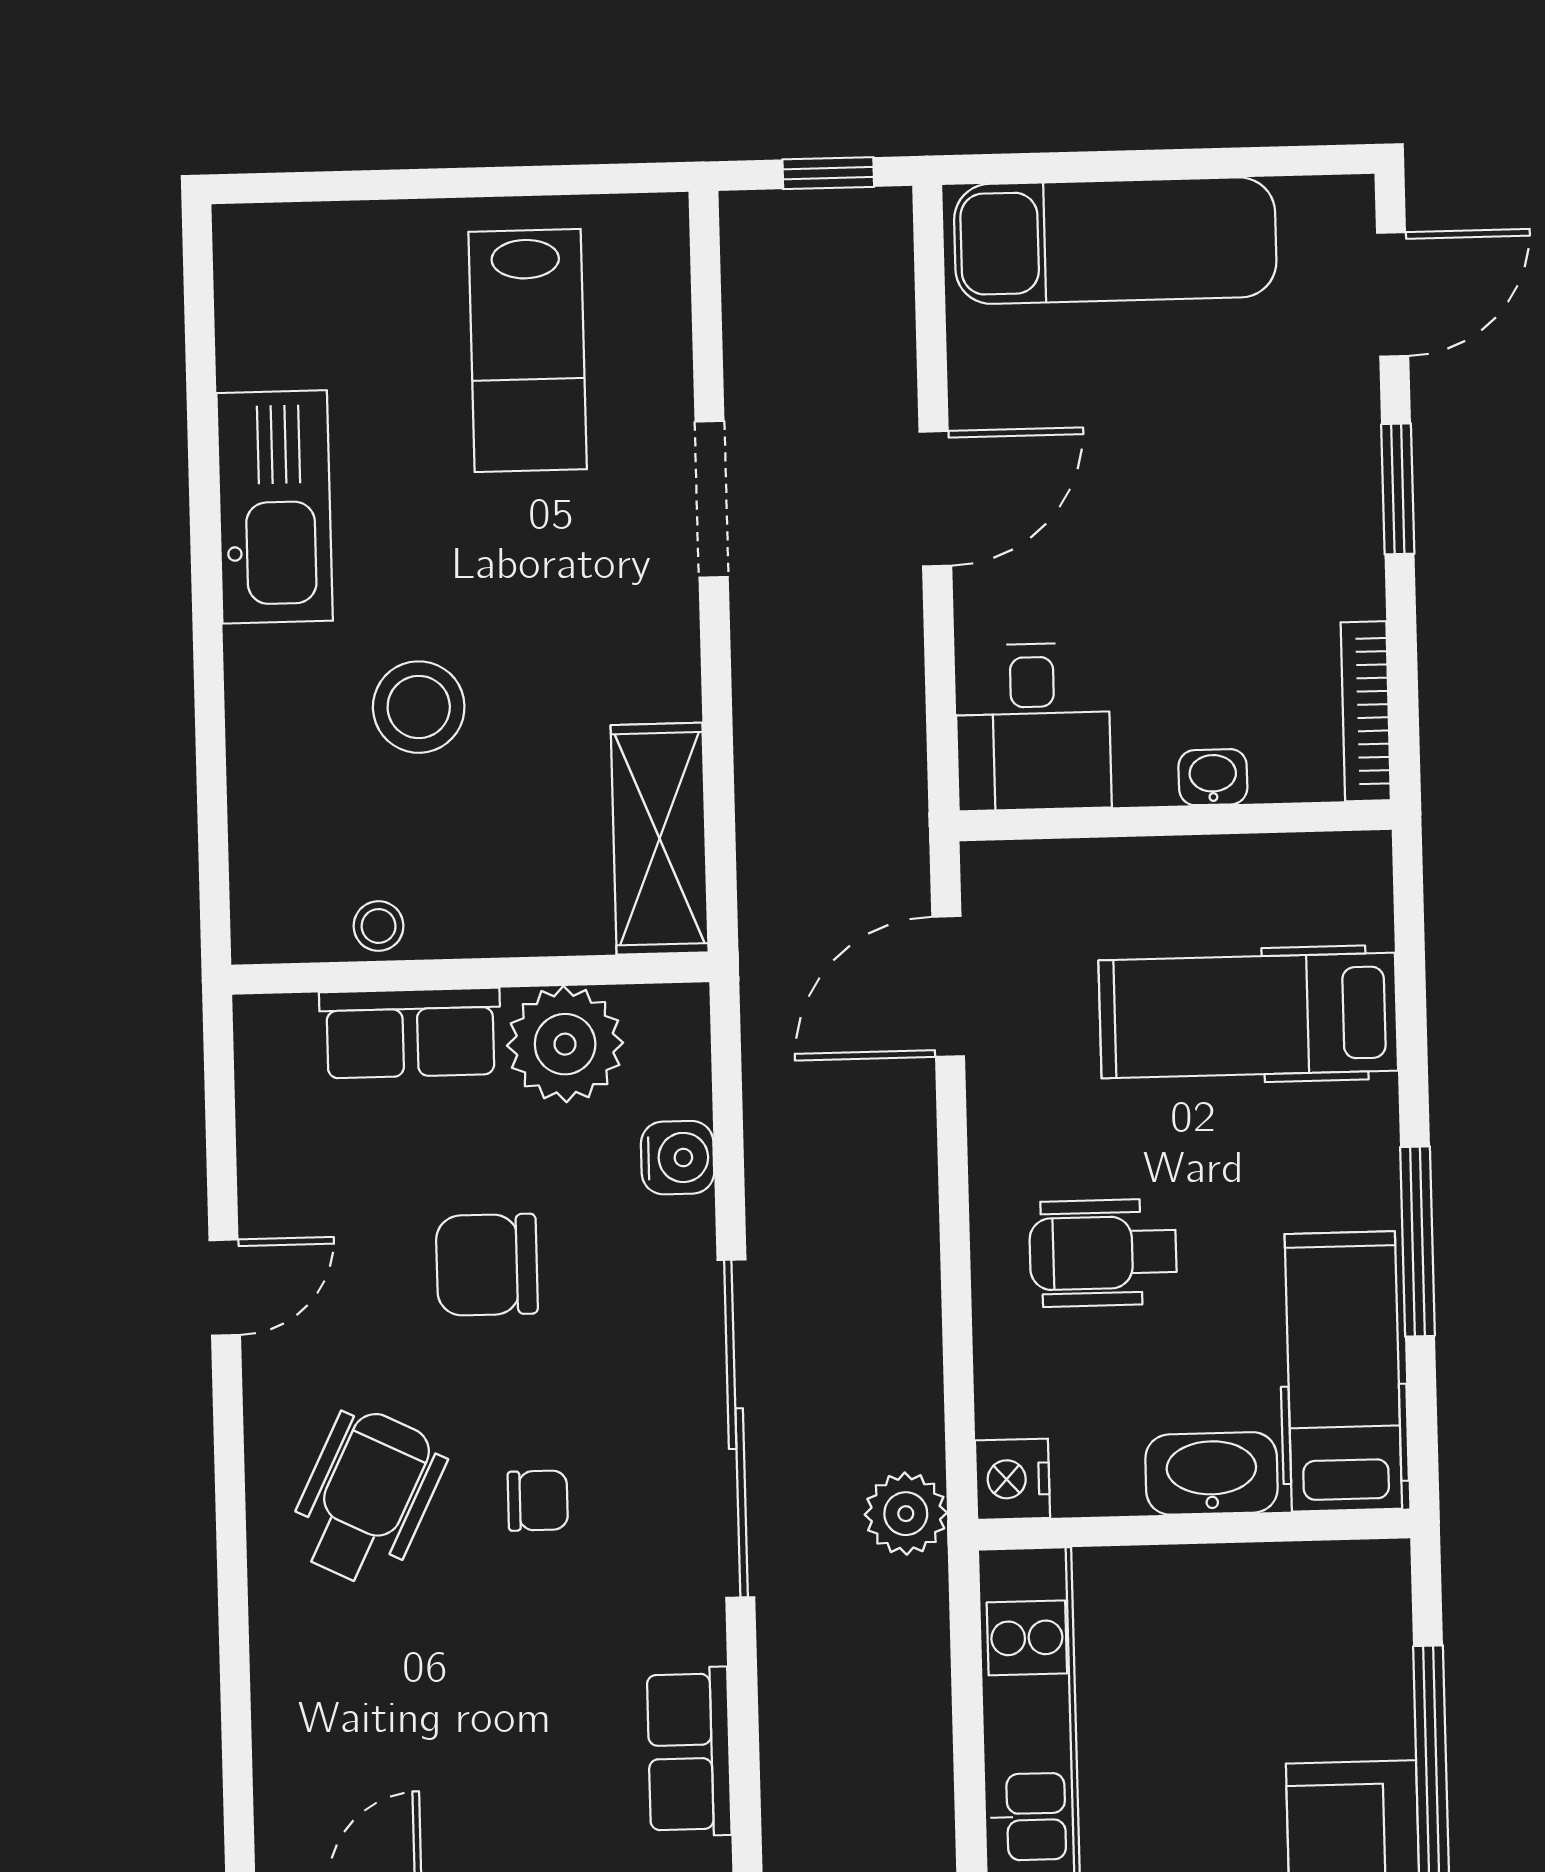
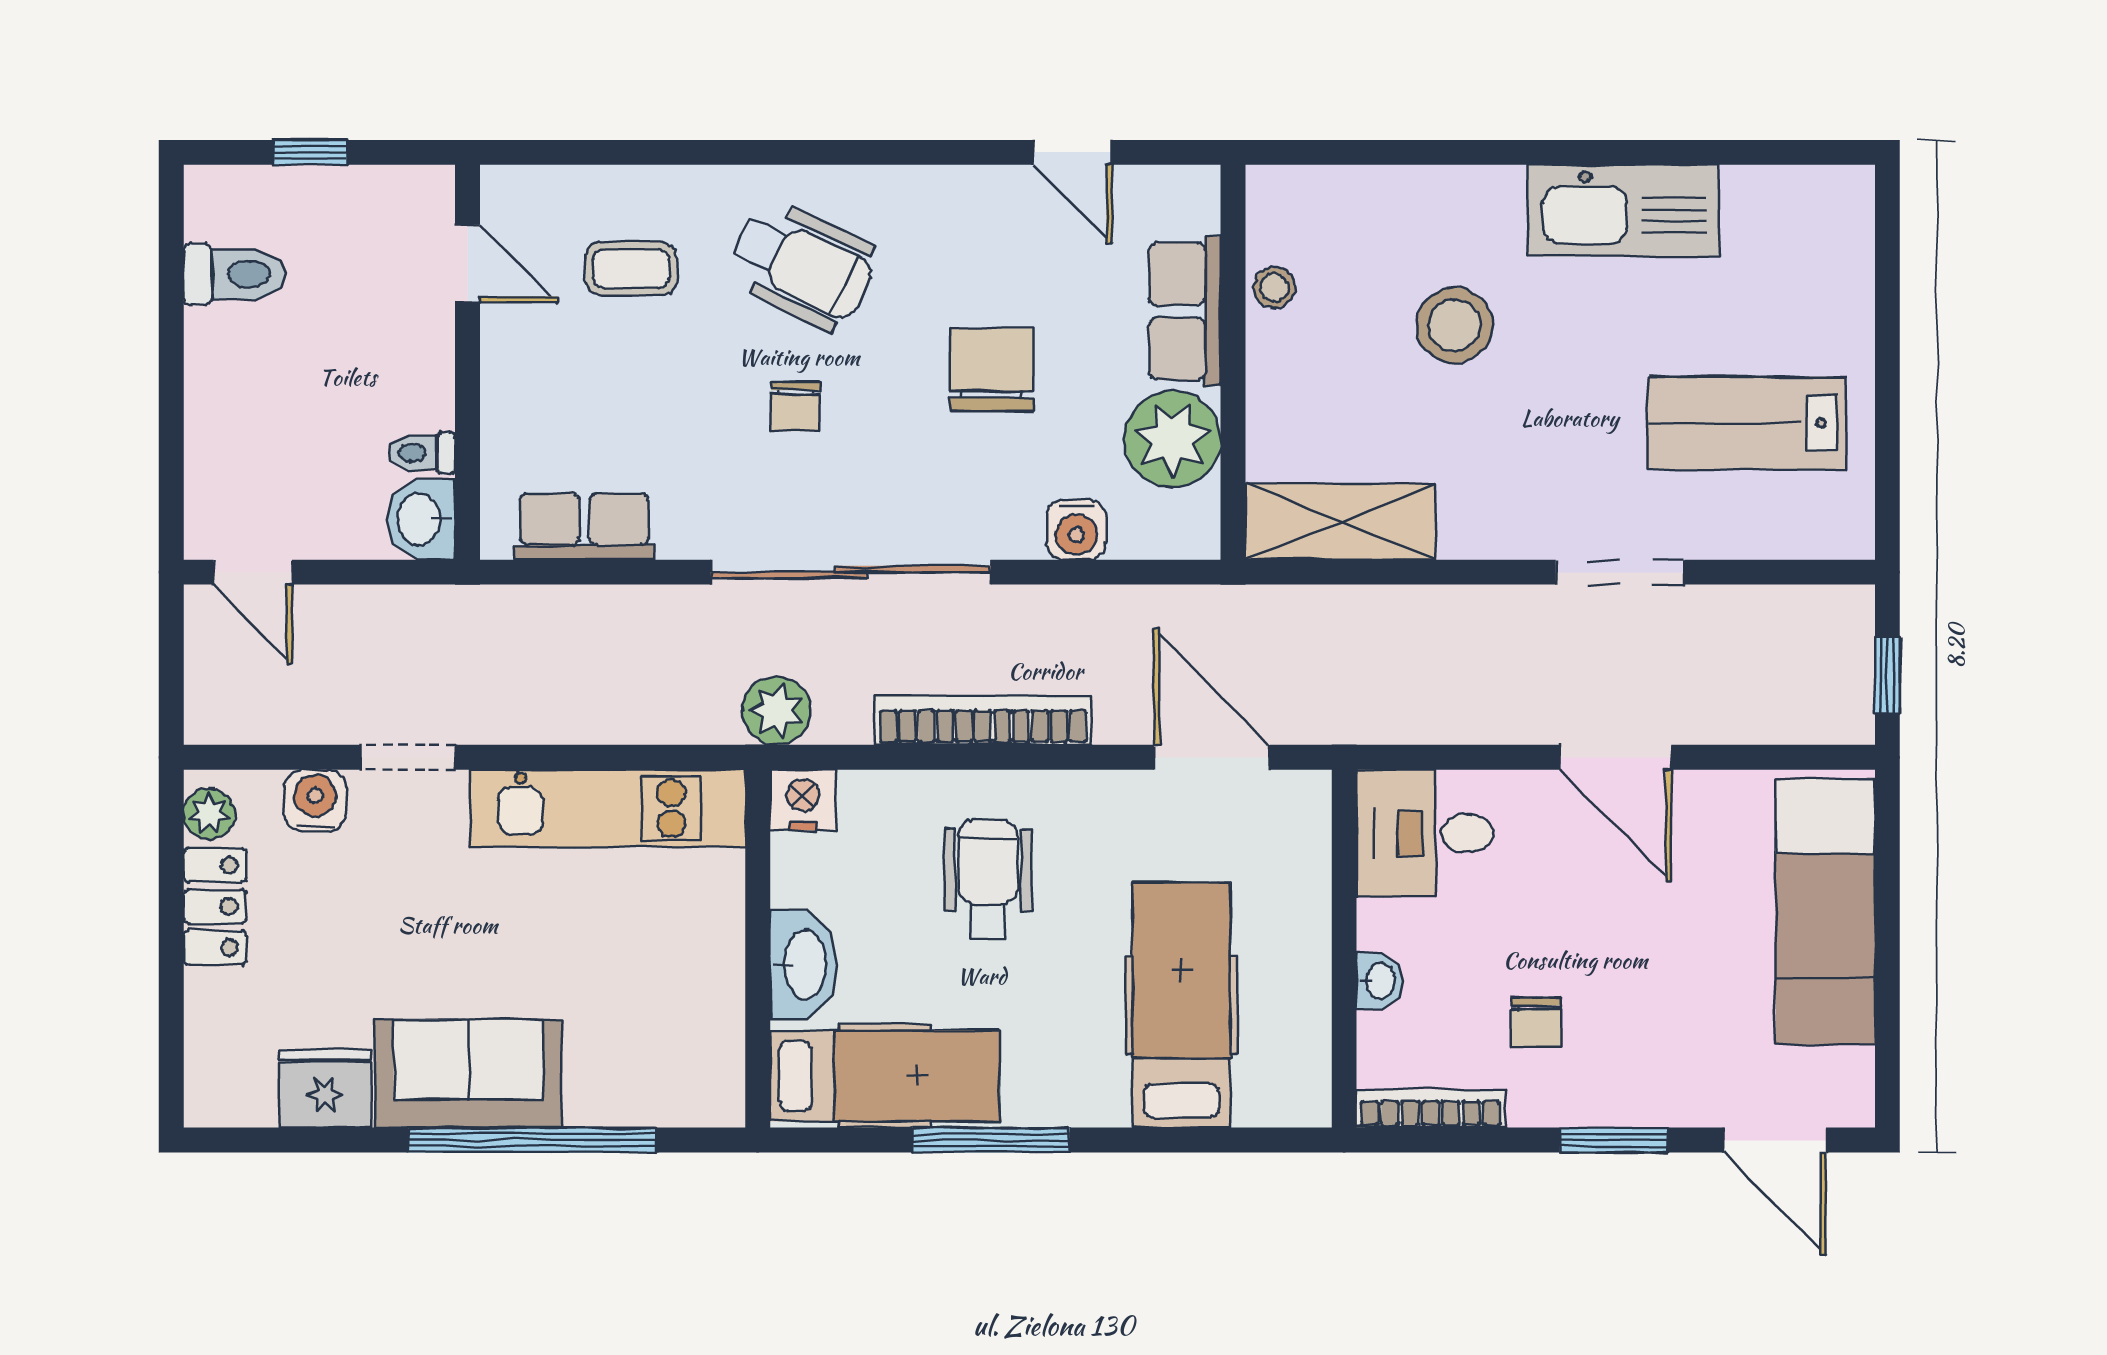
chair: (1258, 586) -> (1536, 1022), added
bookcase: (911, 1264) -> (983, 720), added
door: (225, 1288) -> (1073, 152), moved
coffee table: (376, 1704) -> (631, 269), added

